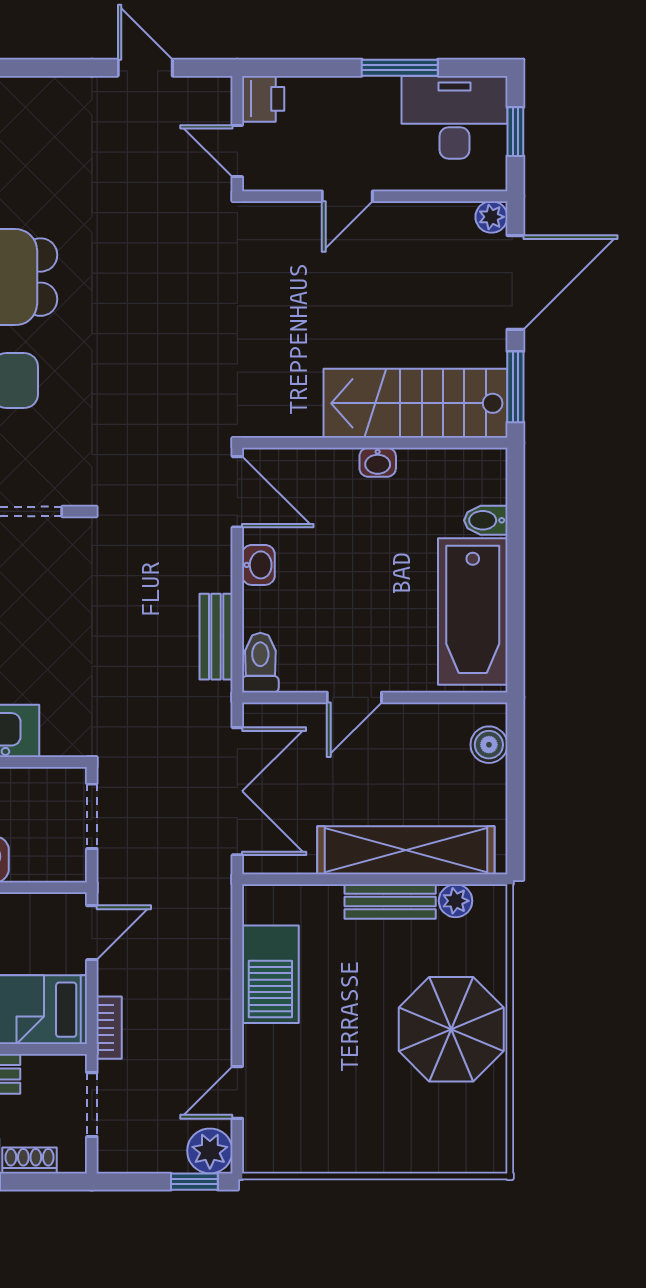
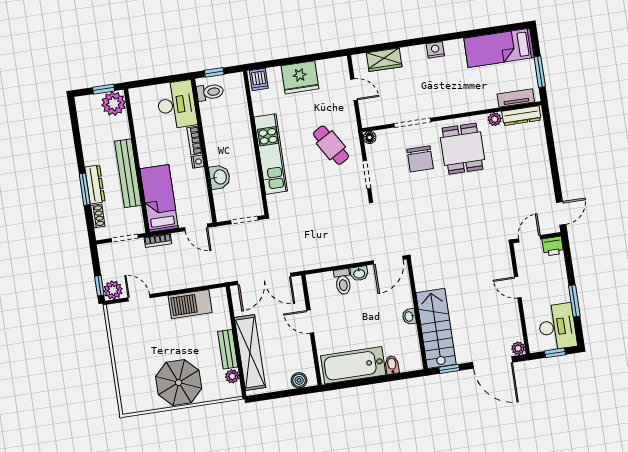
door: (145, 68) -> (561, 213), moved
window: (515, 387) -> (449, 369), width x0.67
bench: (216, 637) -> (327, 260), removed
toilet: (260, 663) -> (343, 282), moved, turned 90

